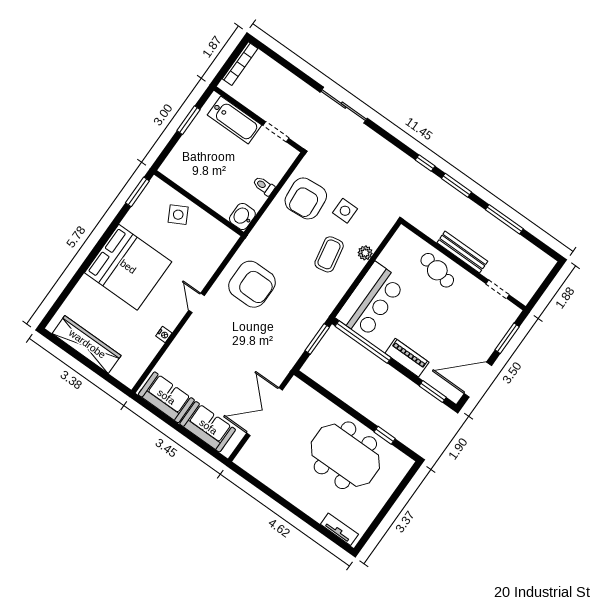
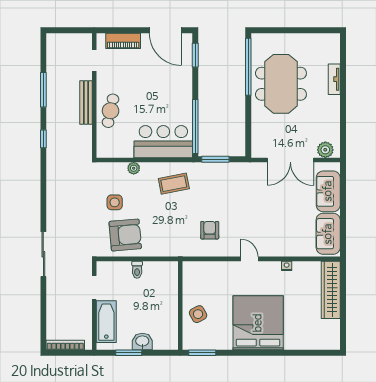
window: (425, 163) -> (43, 171), removed
window: (456, 185) -> (43, 139), width x0.67
washbasin: (242, 216) -> (142, 341), moved, turned 180
coffee table: (329, 254) -> (174, 184), moved
armchair: (252, 284) -> (210, 230), width x0.53, depth x0.53
door: (196, 303) -> (249, 259), swing flipped
window: (507, 338) -> (123, 30), removed
wardrobe: (87, 344) -> (331, 290), moved
piano: (407, 358) -> (123, 41), moved, turned -90
window: (385, 435) -> (248, 67), width x3.17
plant: (250, 453) -> (325, 150), added
tv unit: (339, 529) -> (334, 79), moved

